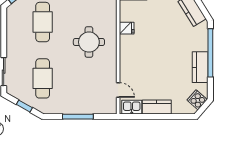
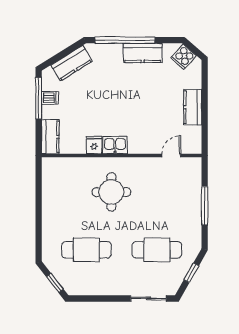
kitchen sink: (132, 107) -> (115, 145), moved, turned 90

